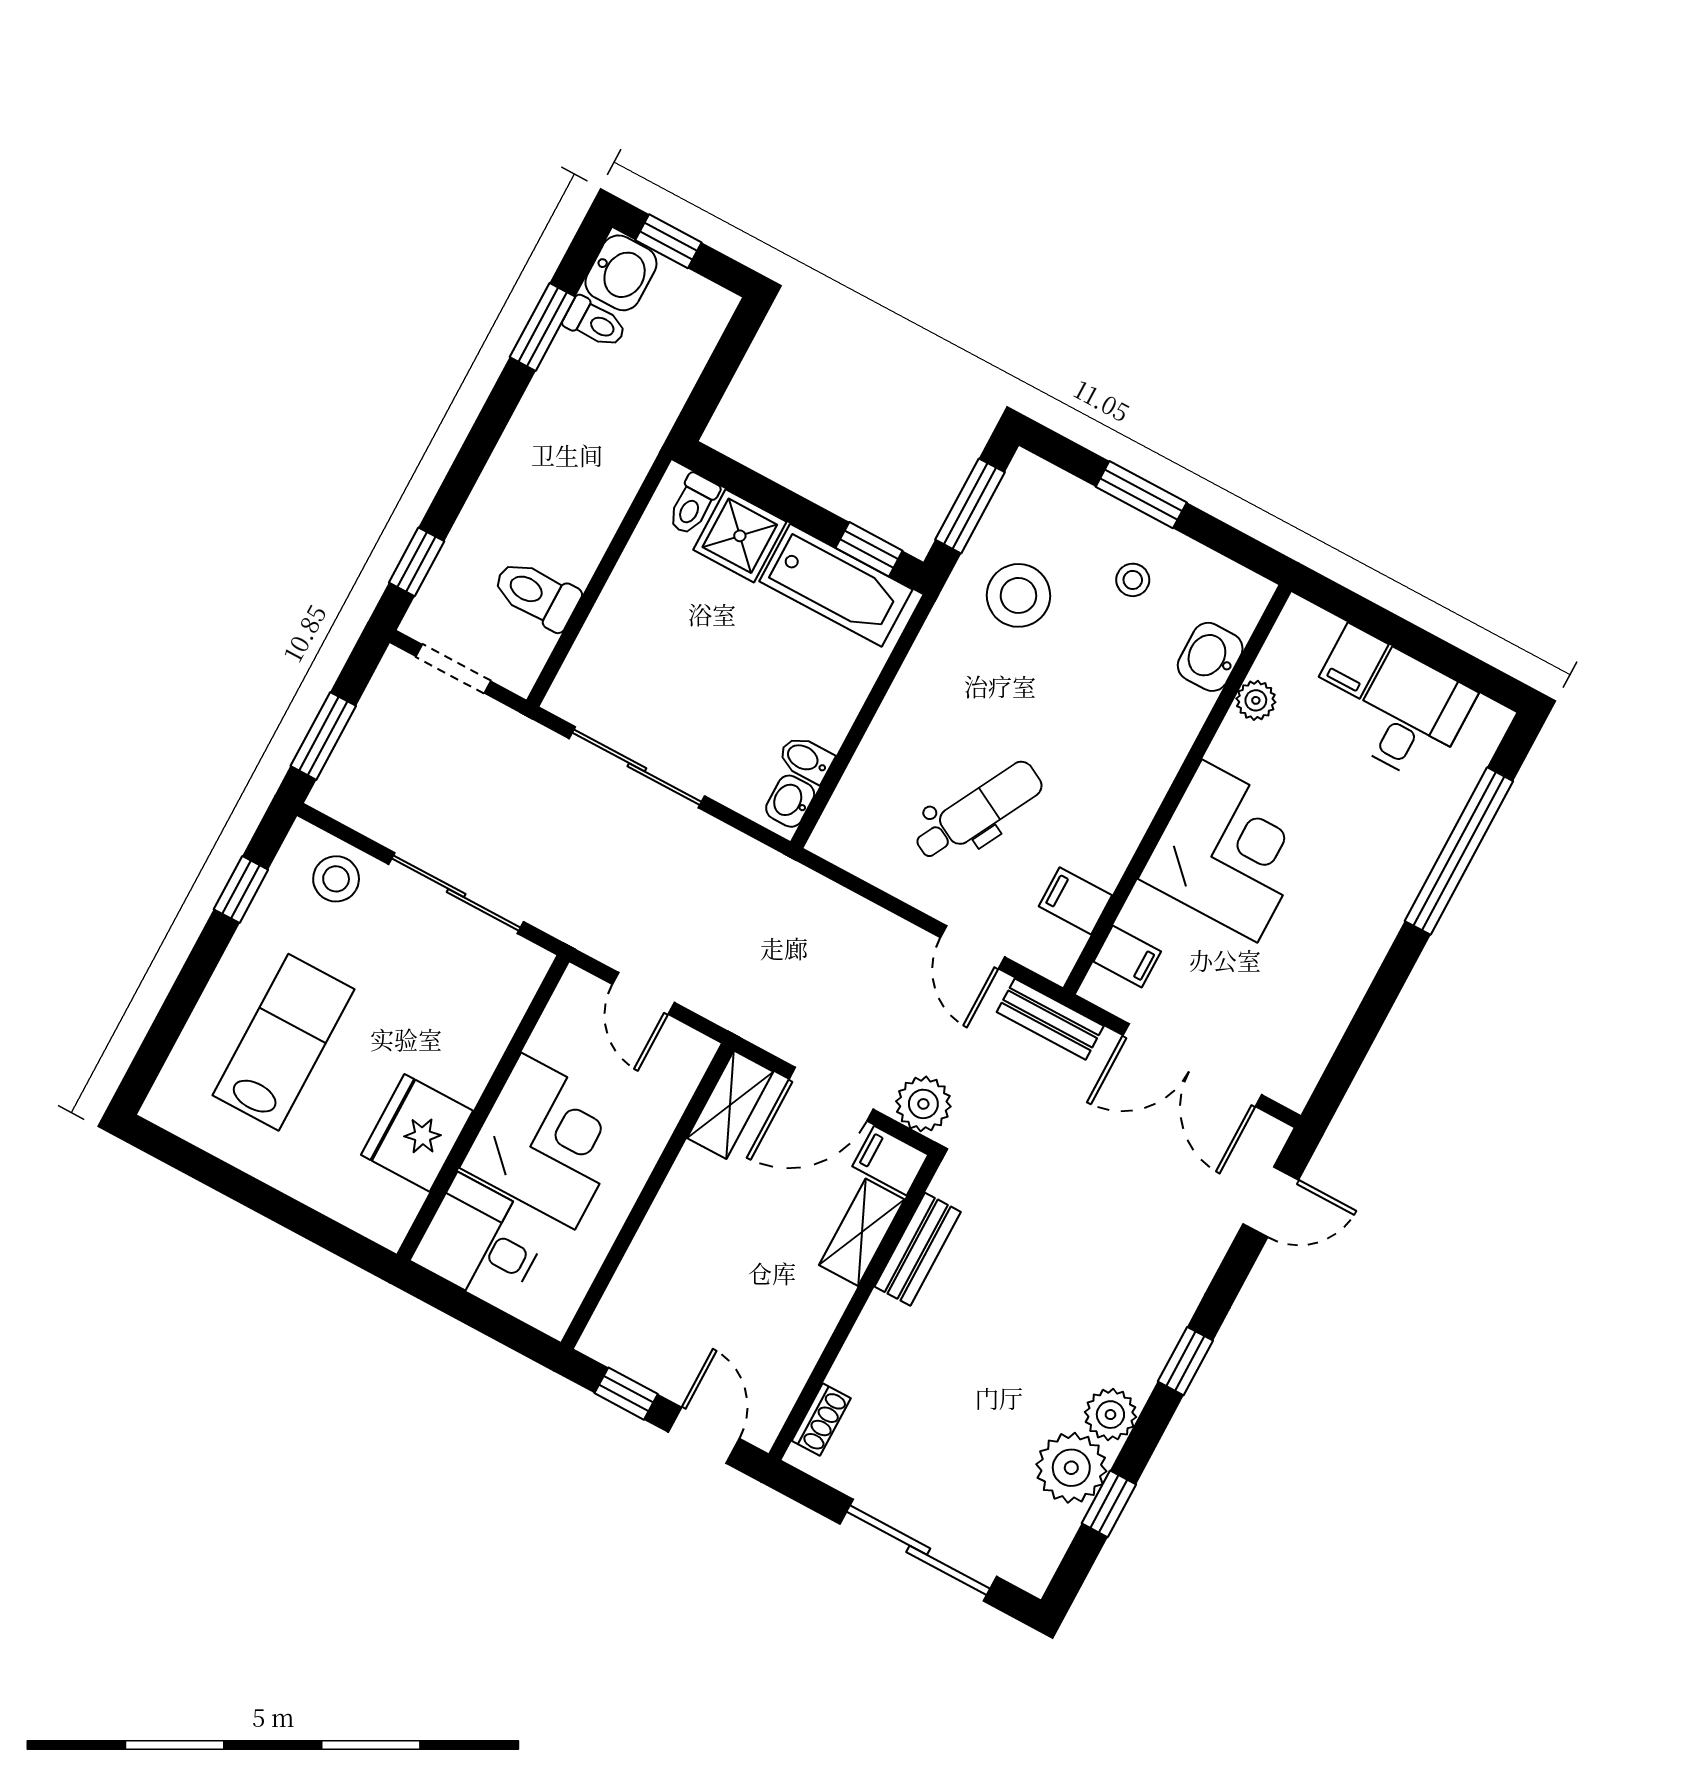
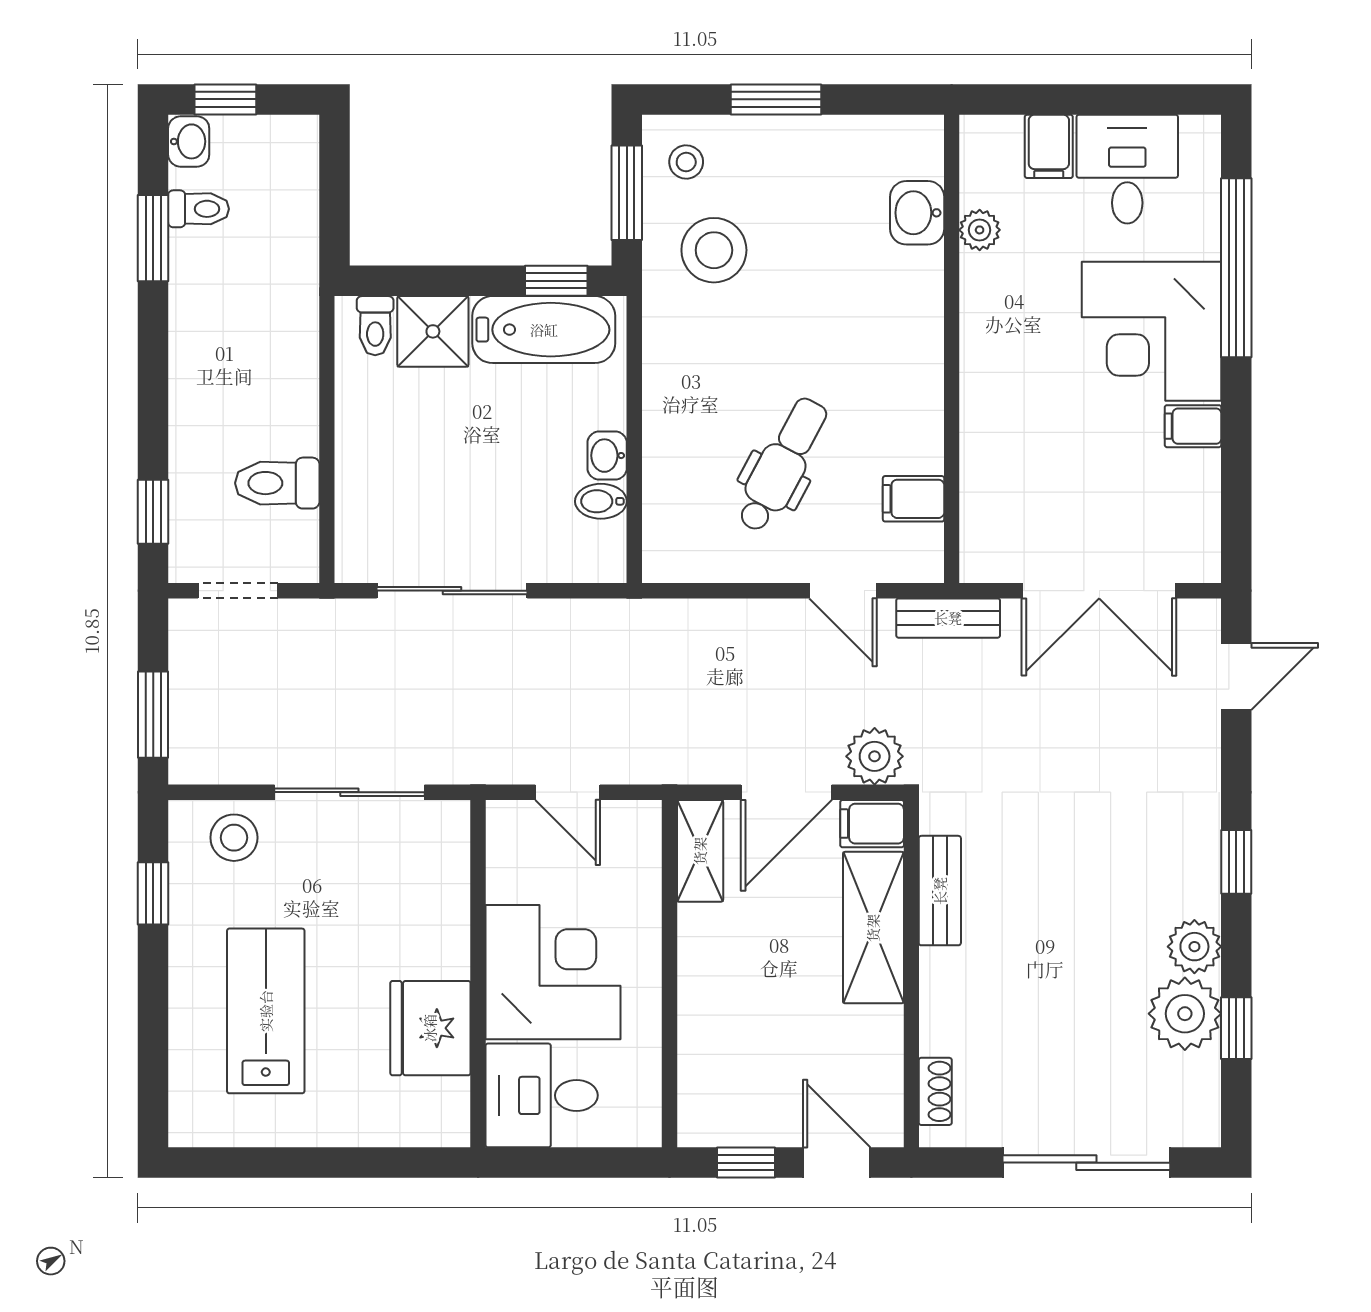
washbasin: (621, 273) -> (189, 141), width x0.72, depth x0.69
stool: (1133, 580) -> (686, 162), moved
washbasin: (790, 801) -> (607, 456), moved
corner desk: (1230, 851) -> (1152, 331), moved, turned 180
filing cabinet: (1127, 956) -> (1193, 426), moved, turned 180
shelving: (862, 1232) -> (873, 928), width x1.50, depth x1.33

